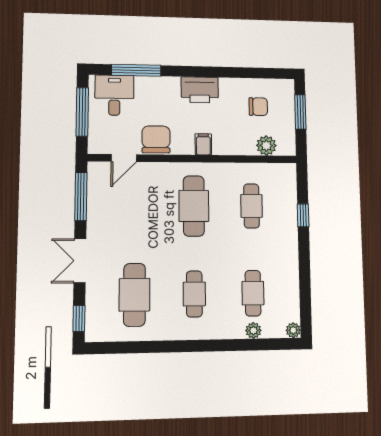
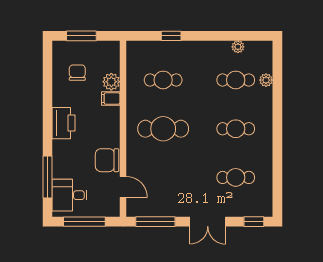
filing cabinet: (203, 144) -> (111, 99), moved
plant: (266, 146) -> (111, 82), moved
cafe table: (134, 295) -> (236, 177), width x0.73, depth x0.74
plant: (293, 330) -> (238, 47), moved

